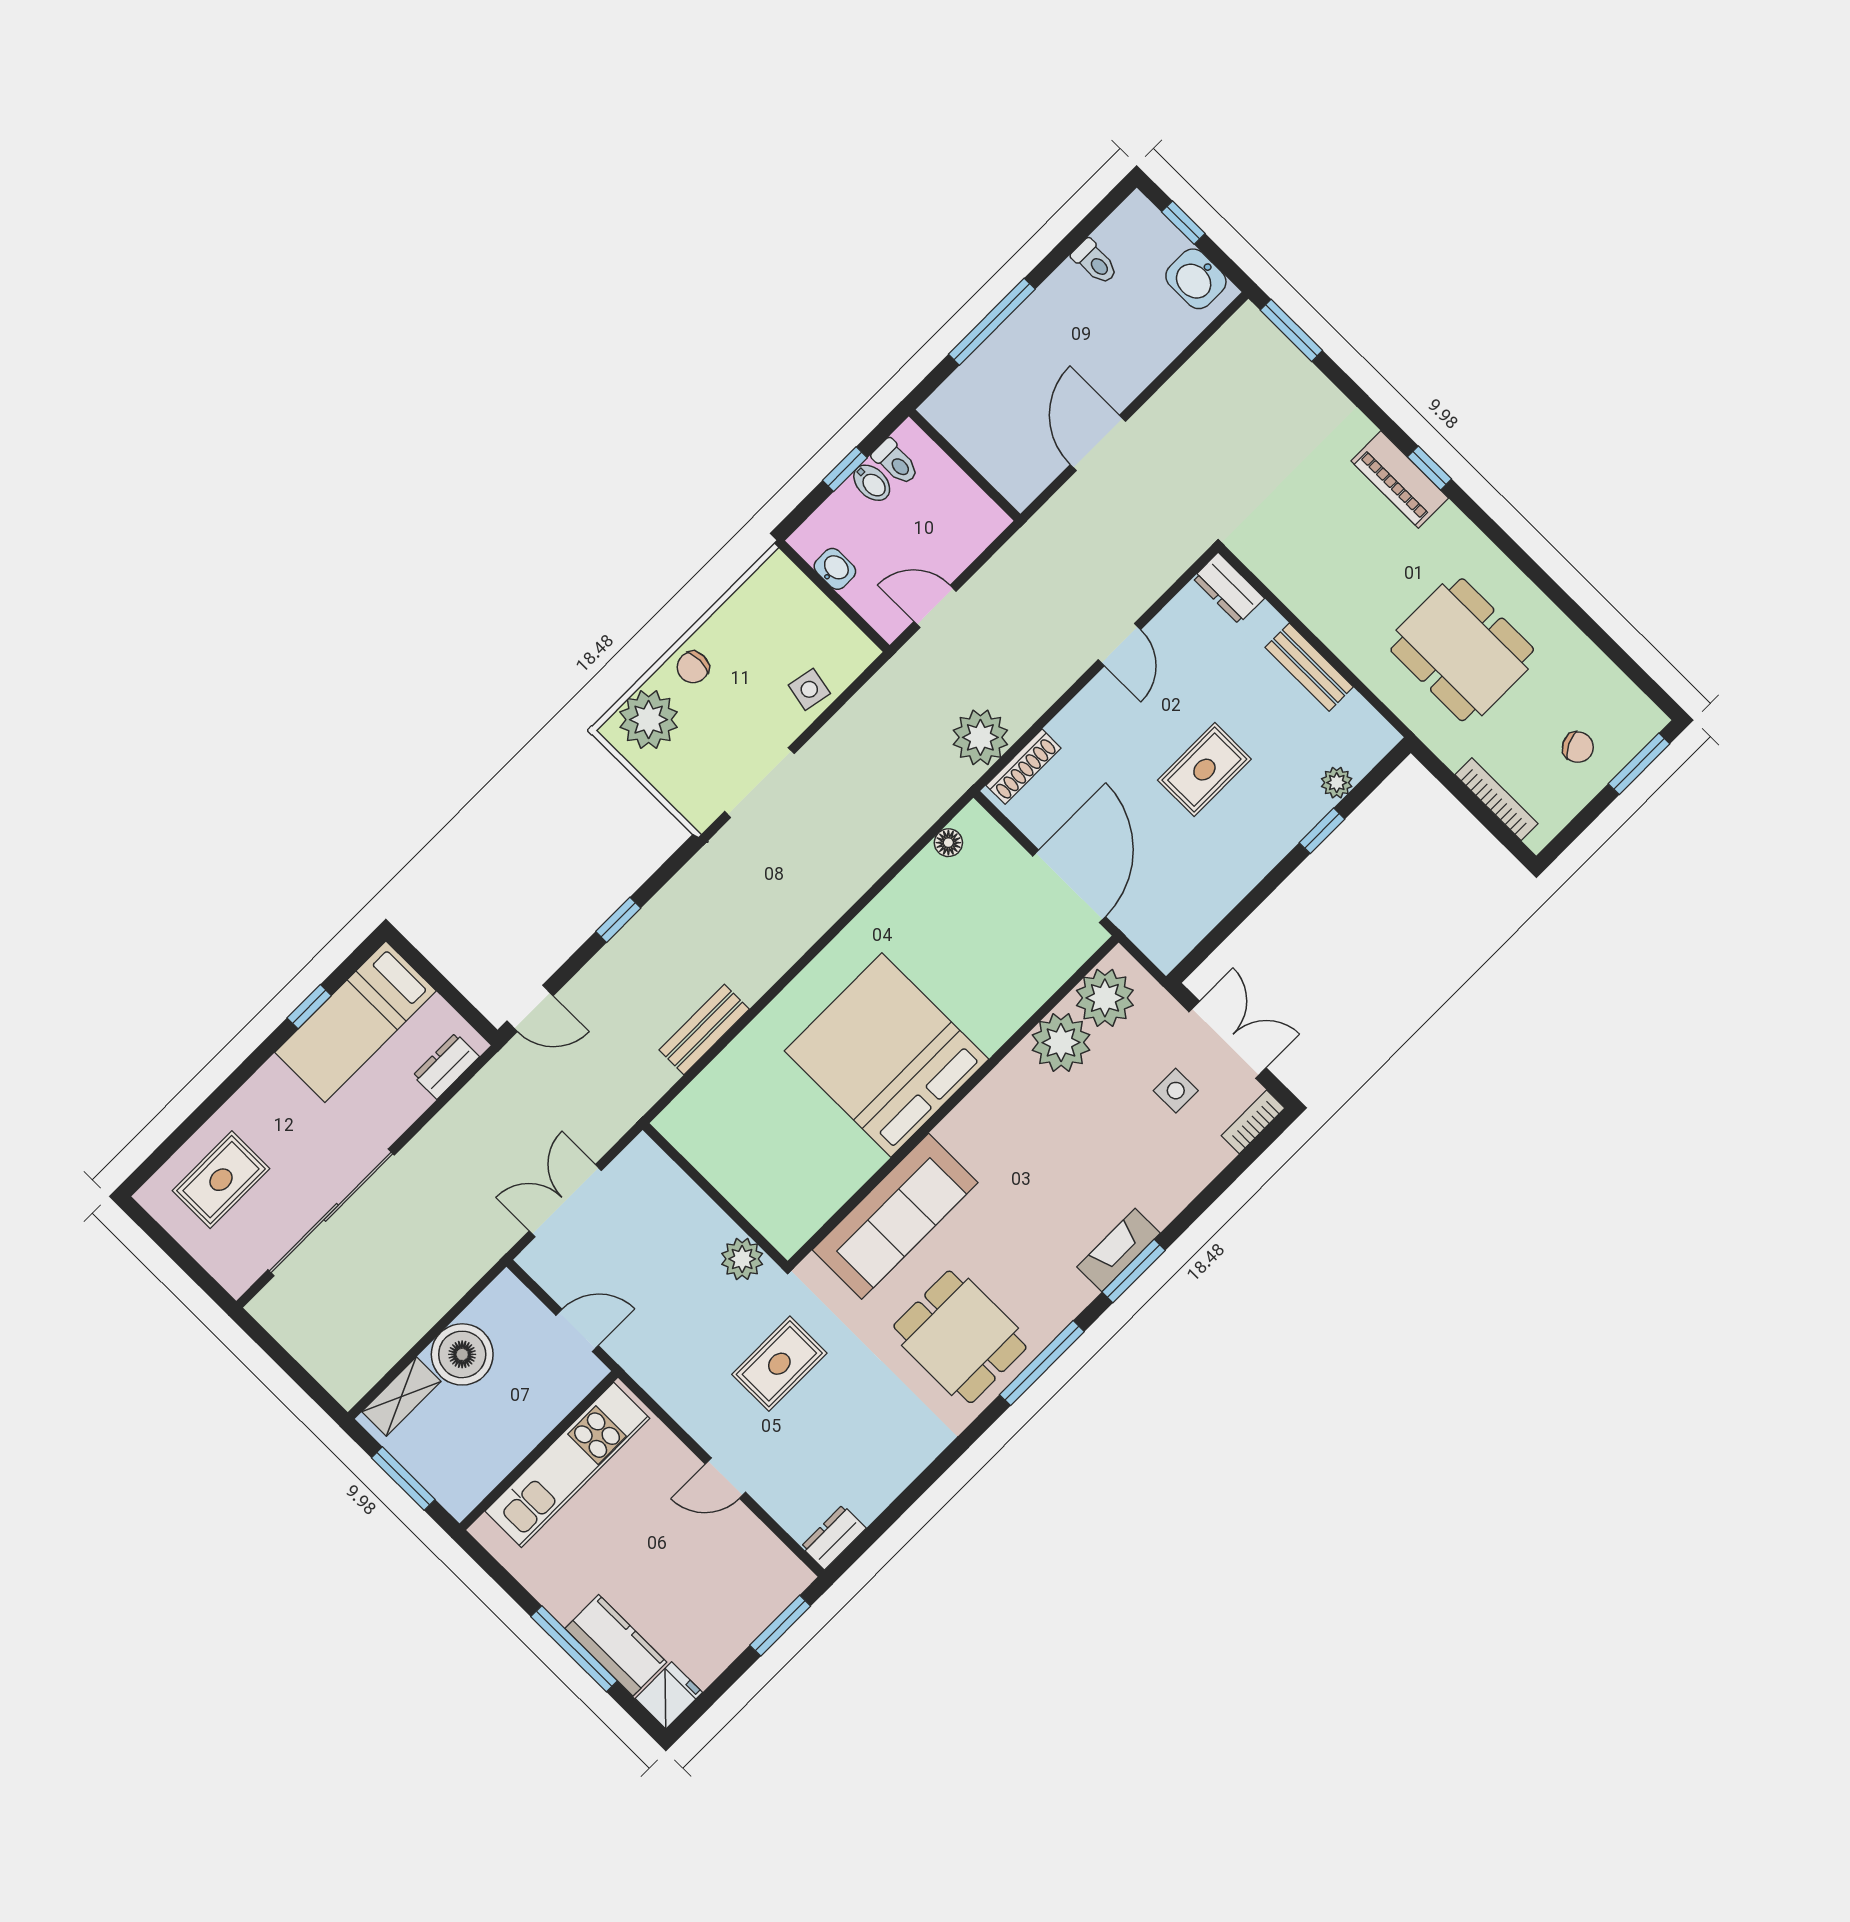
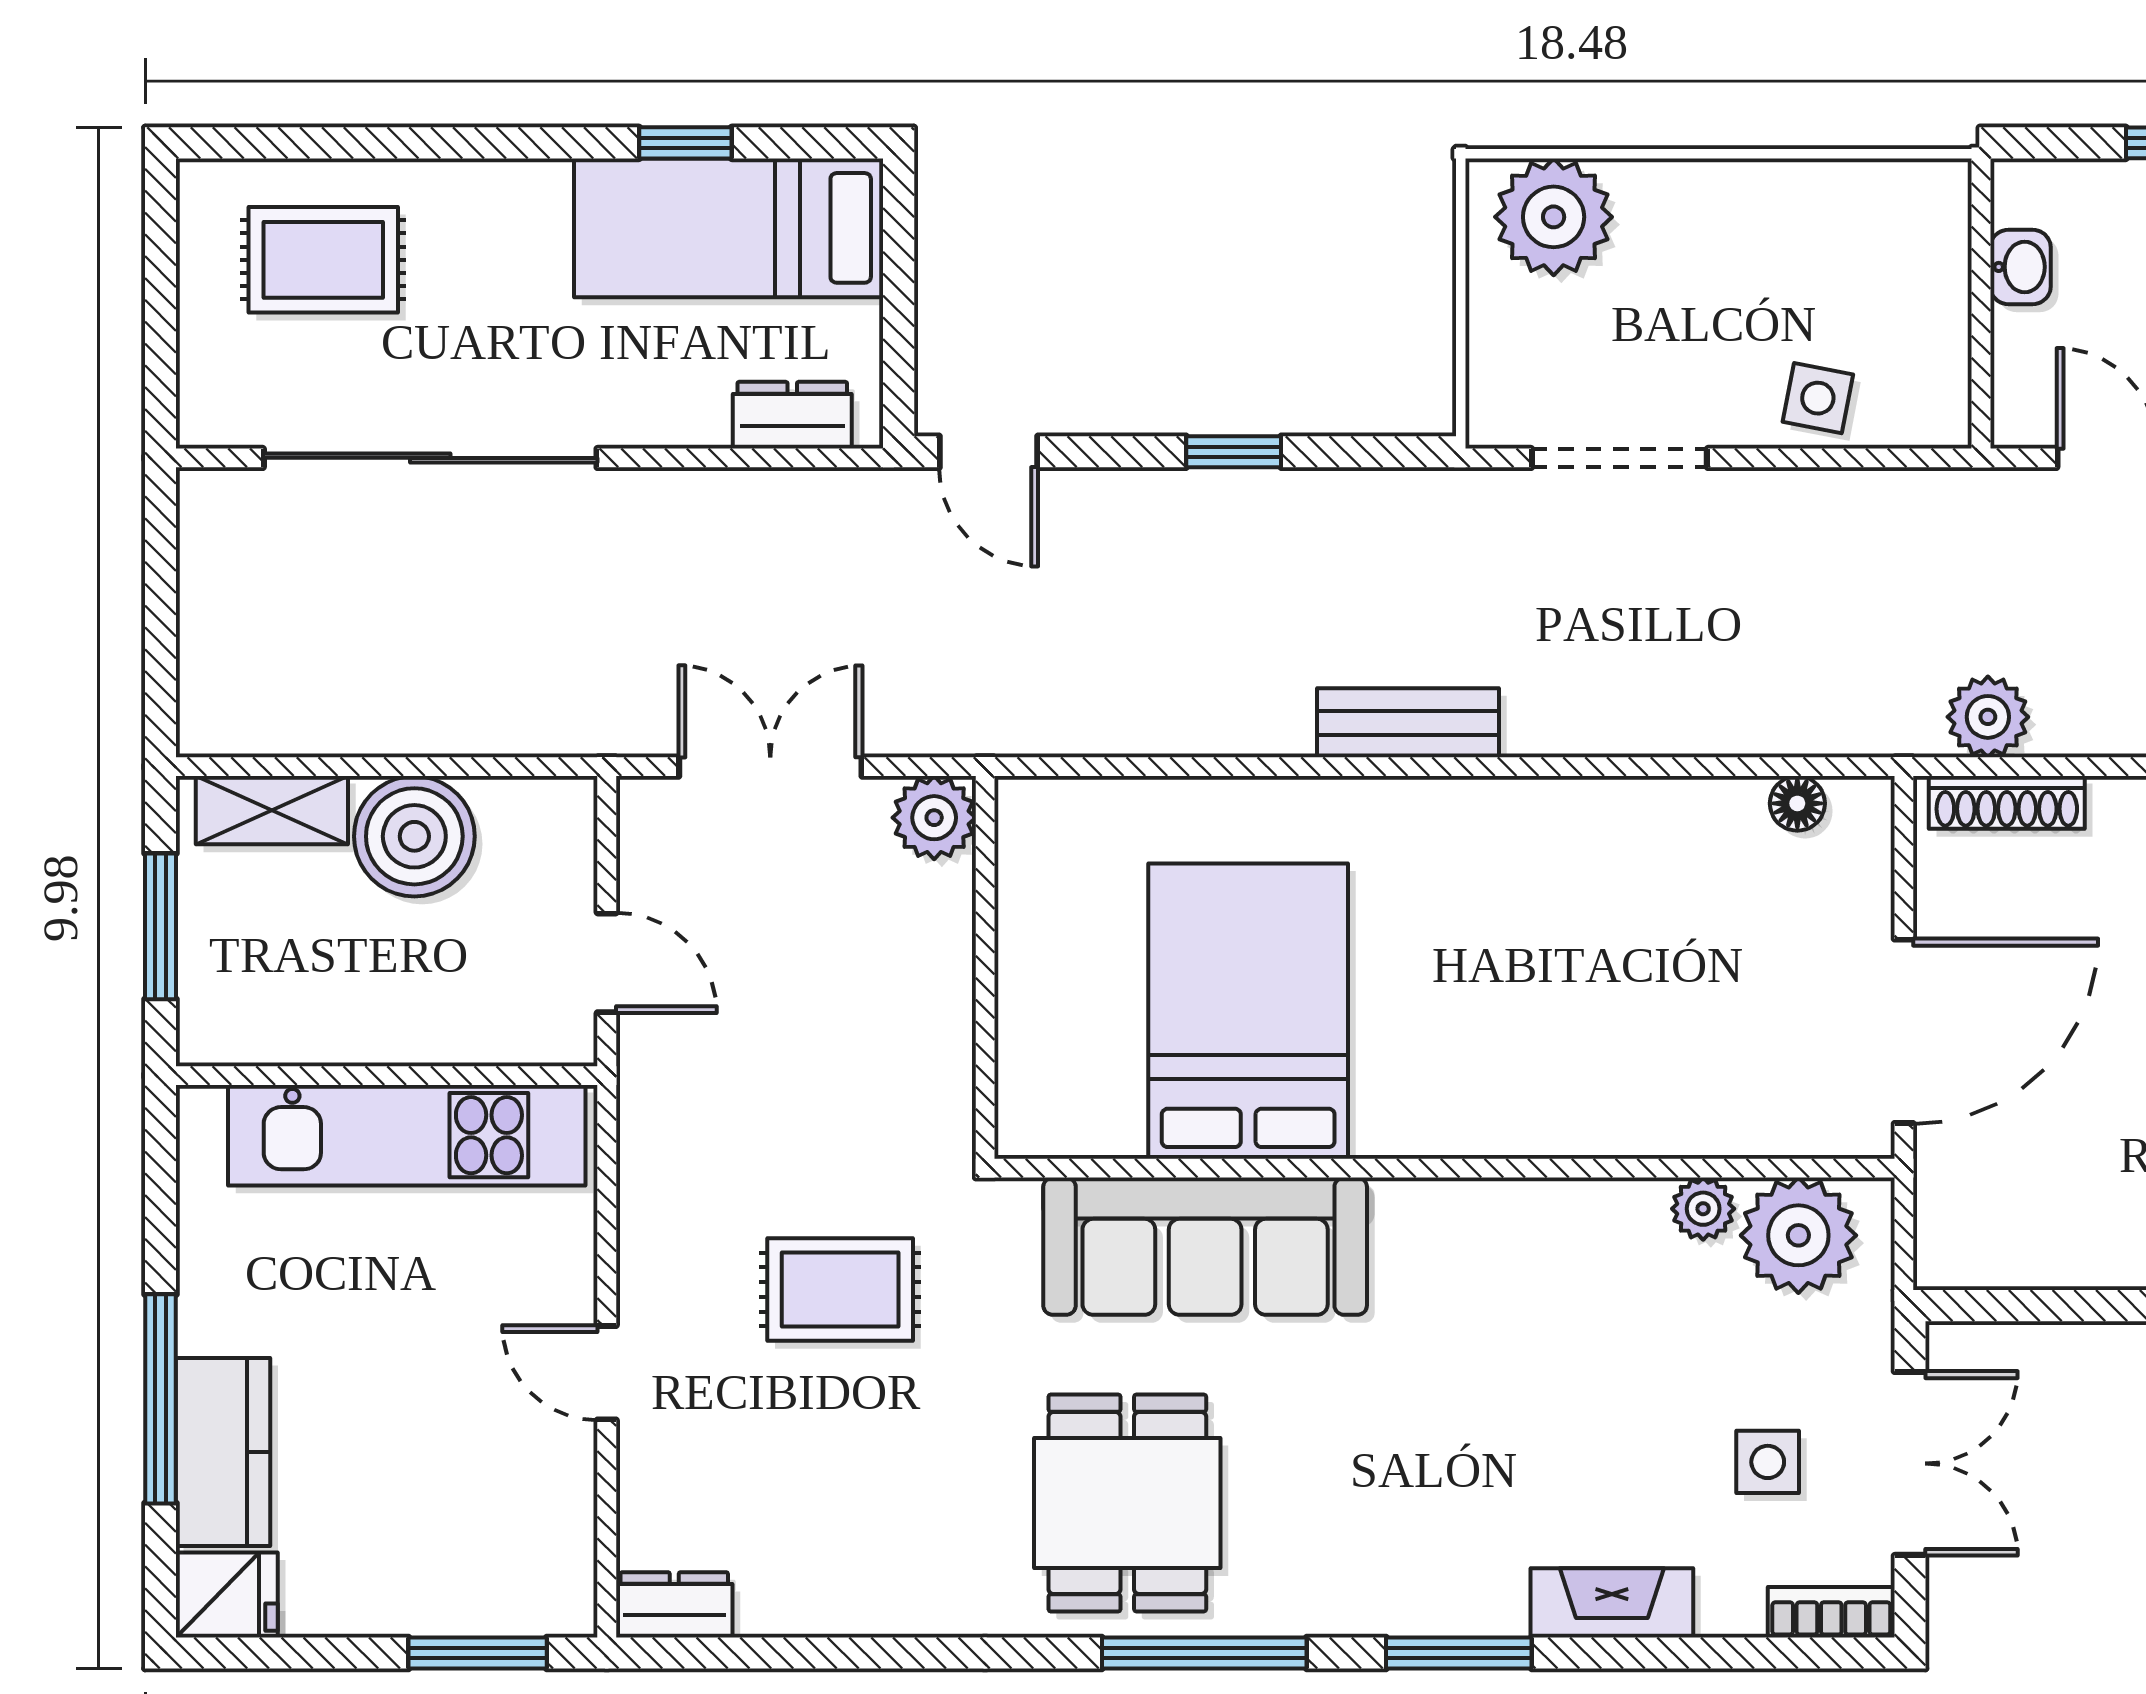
chair: (693, 667) -> (1688, 206), removed
plant: (980, 737) -> (1988, 717), width x0.73, depth x0.73
bench: (704, 1030) -> (1408, 723), moved
plant: (1061, 1042) -> (1703, 1209), width x0.53, depth x0.53
bed: (886, 1055) -> (1248, 1011), moved, width x0.73
fireplace: (1118, 1250) -> (1612, 1603), moved
plant: (742, 1259) -> (934, 818), moved

